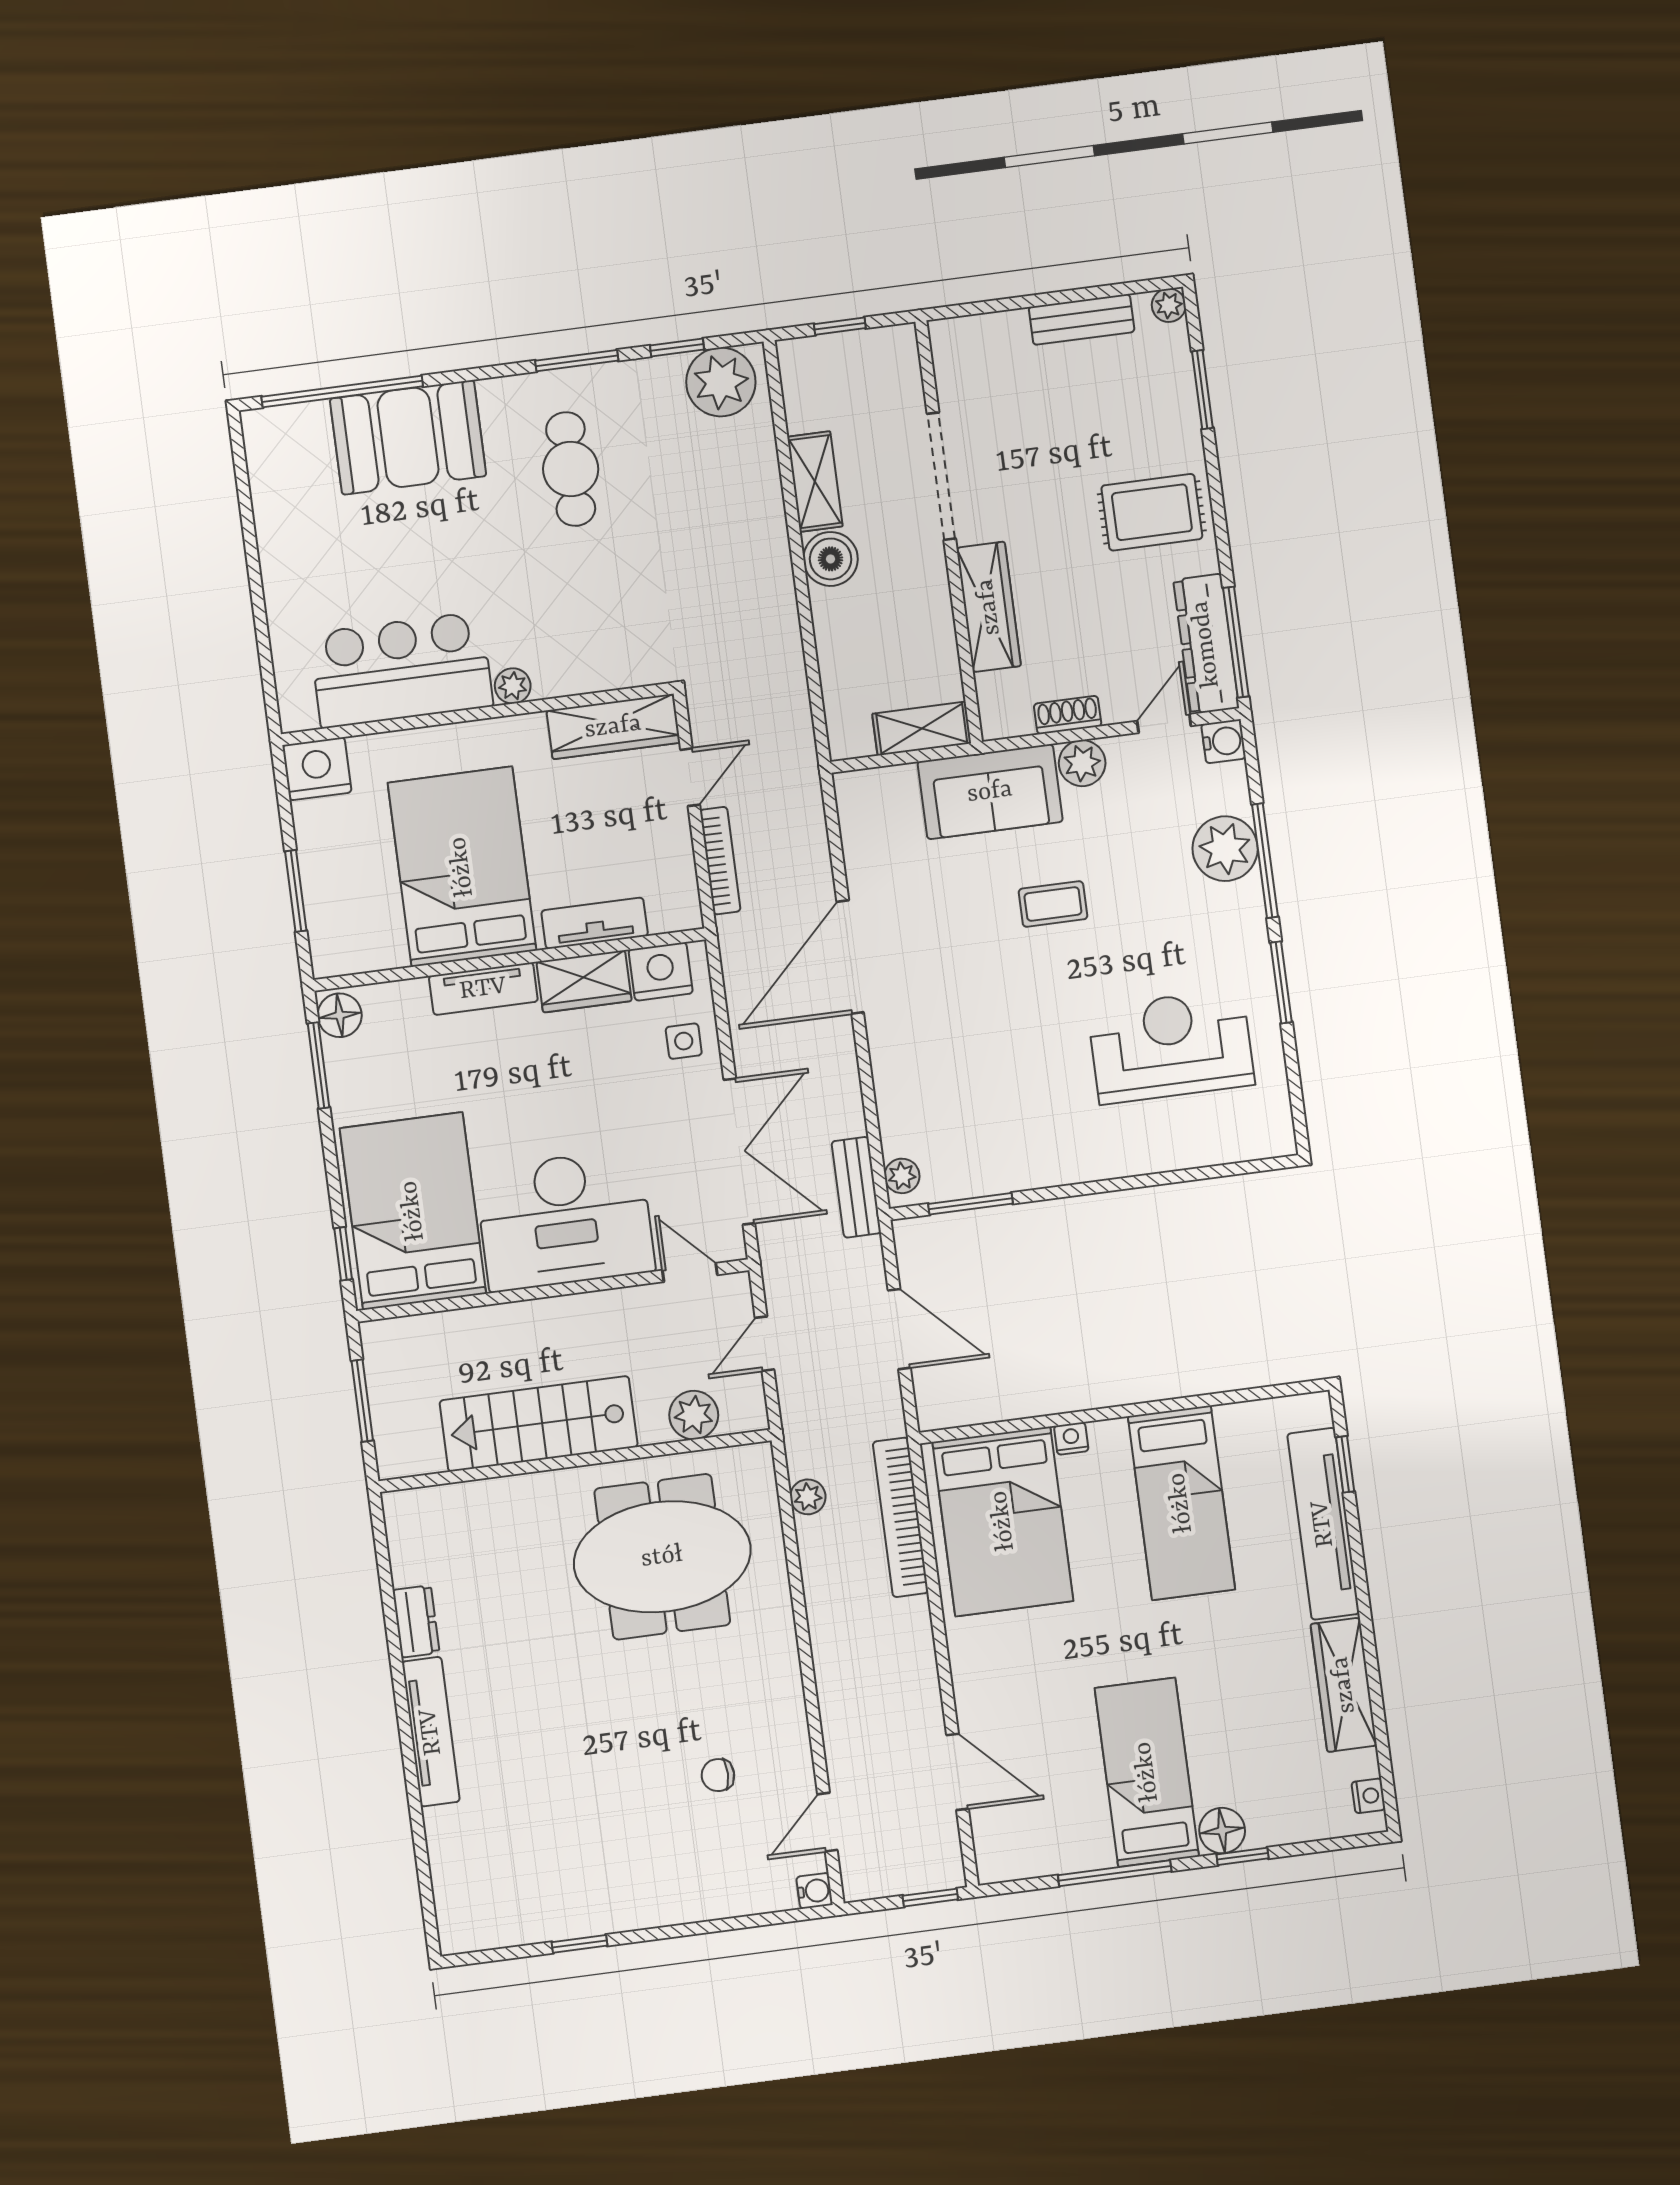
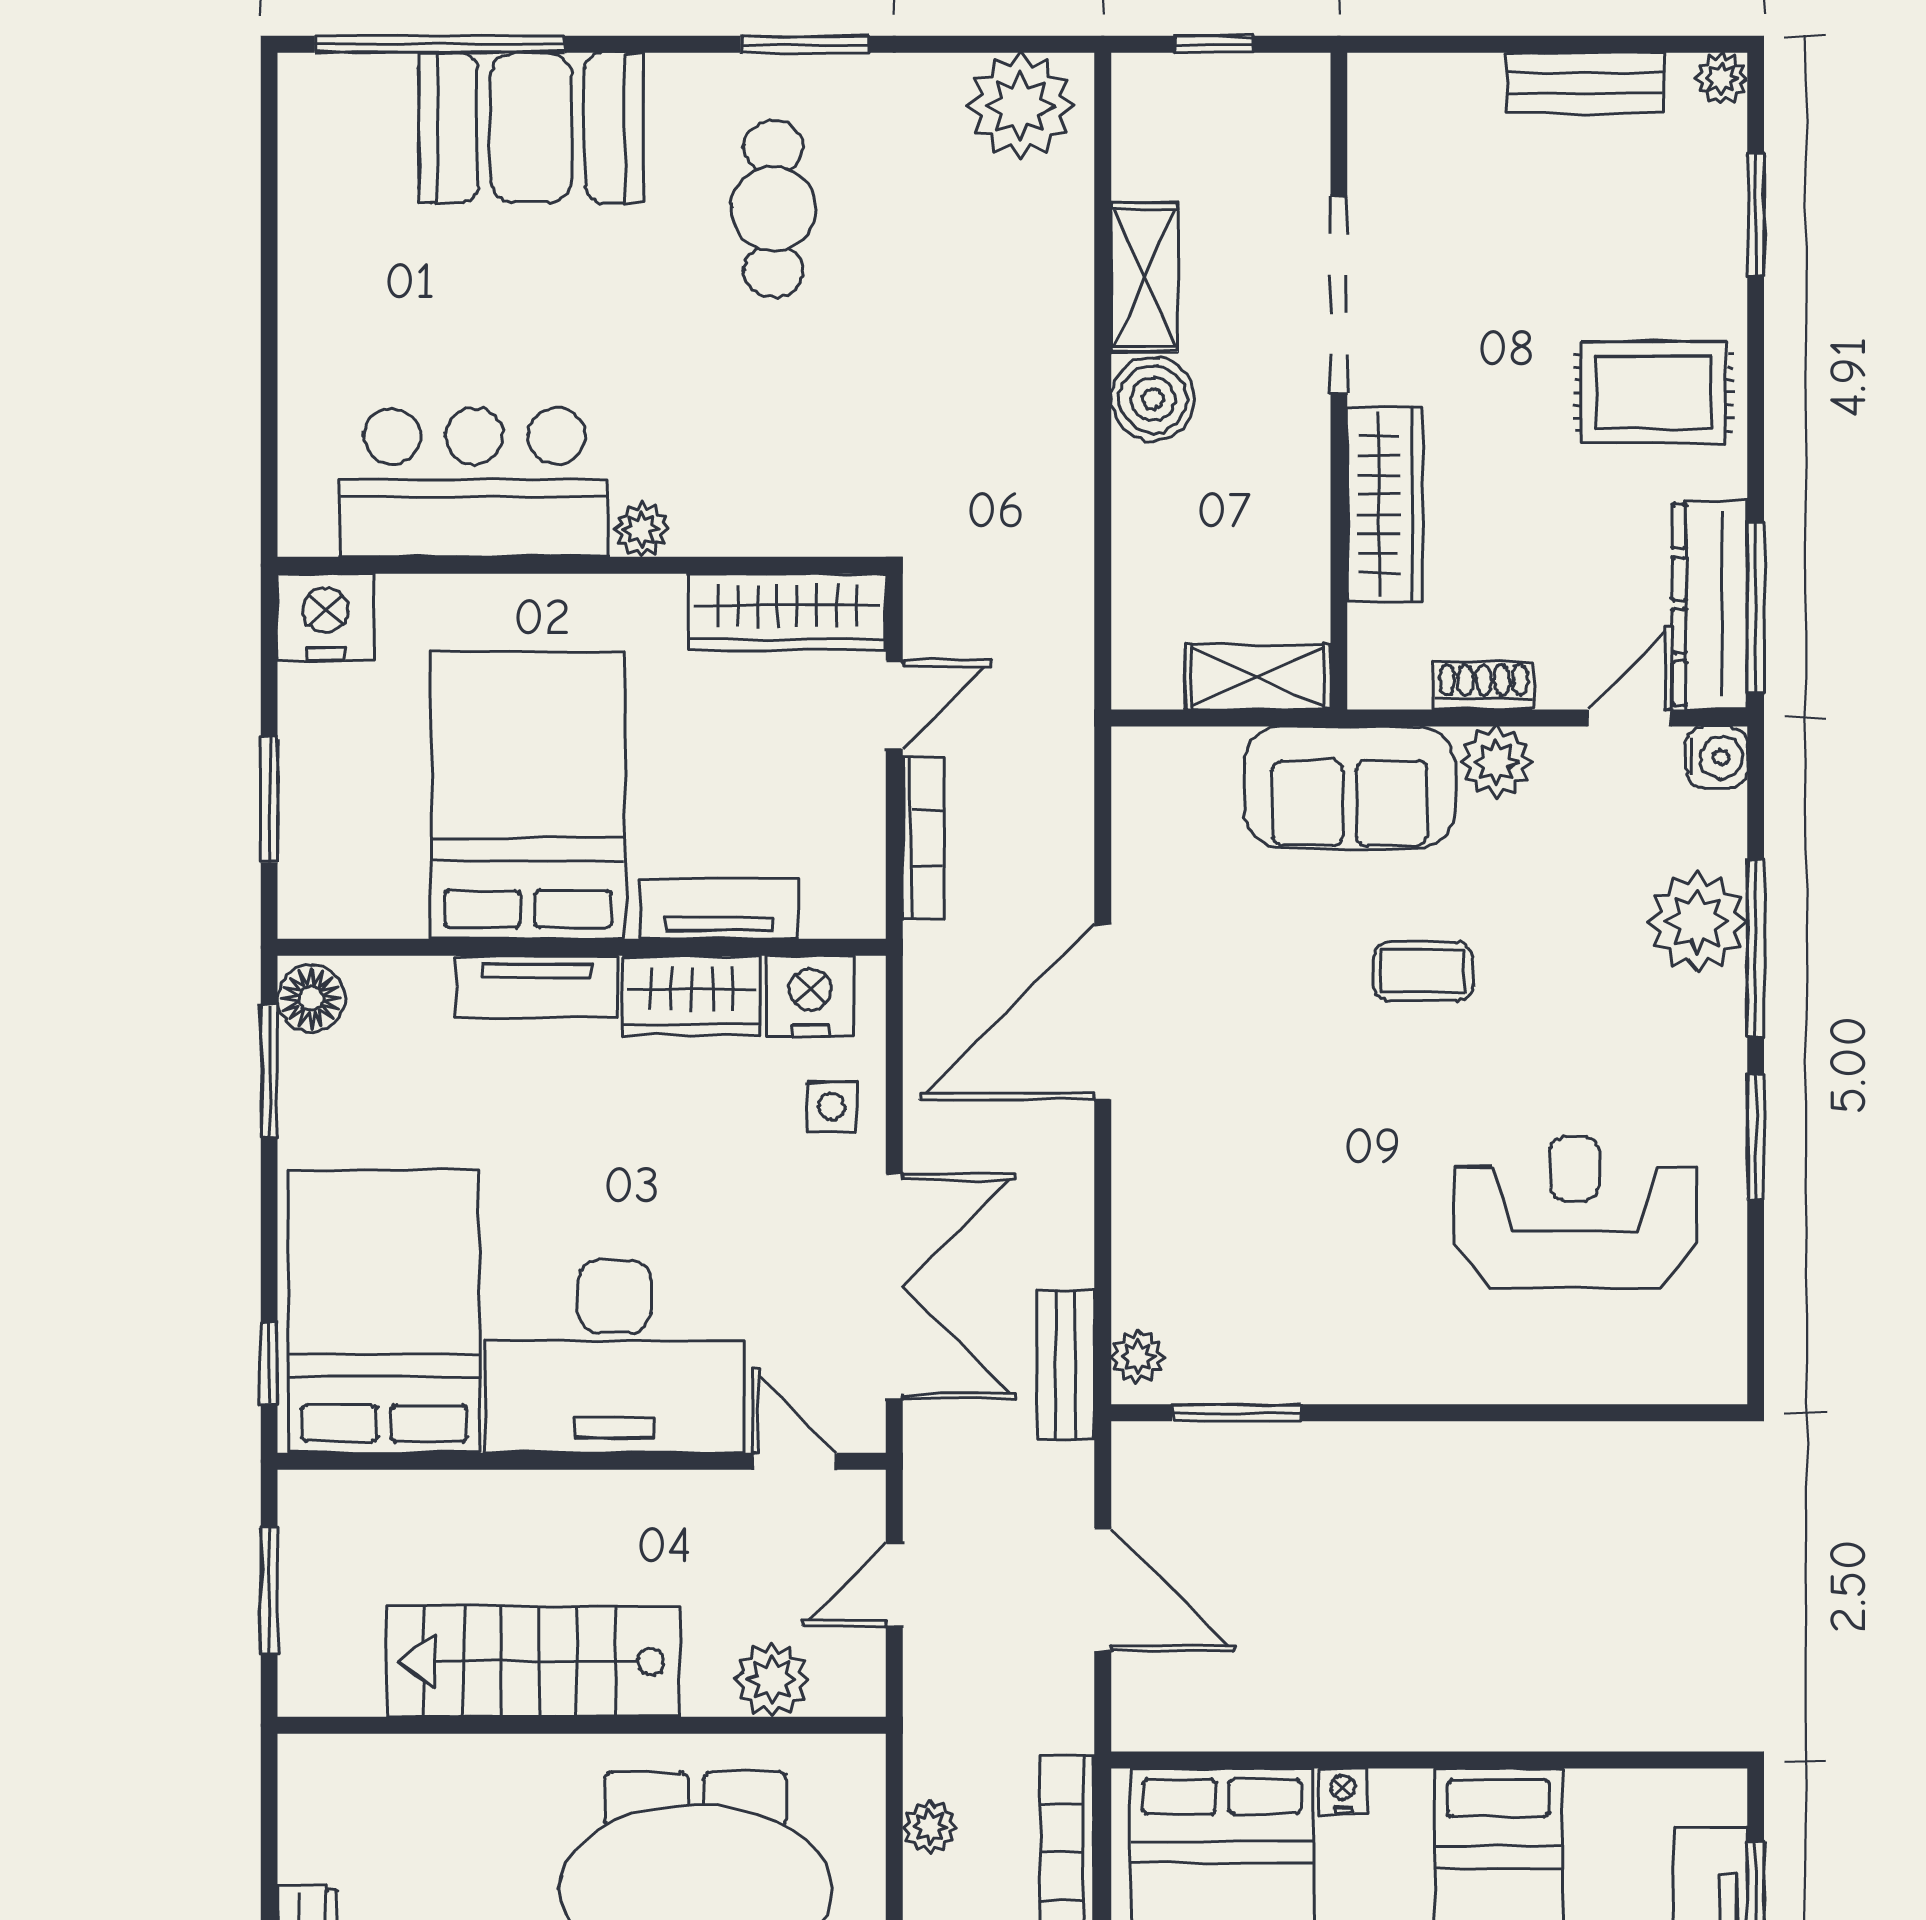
window: (677, 348) -> (961, 44), removed

